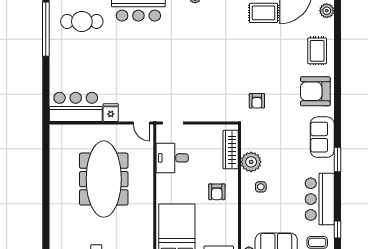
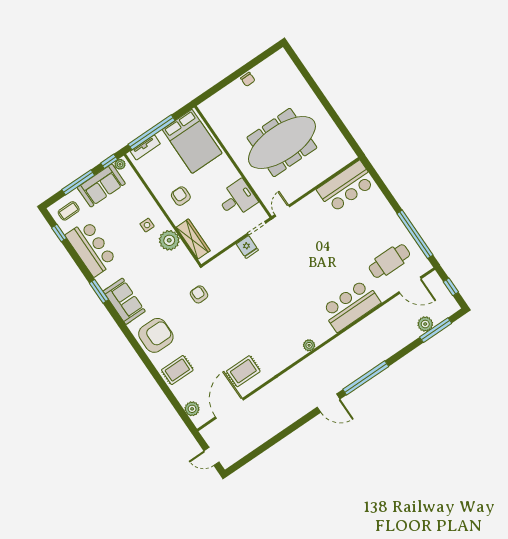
rug: (317, 51) -> (177, 370), turned 90
fridge: (111, 113) -> (247, 247), moved
door: (142, 123) -> (282, 211), hinge flipped
meeting table: (104, 179) -> (282, 143), turned 90

